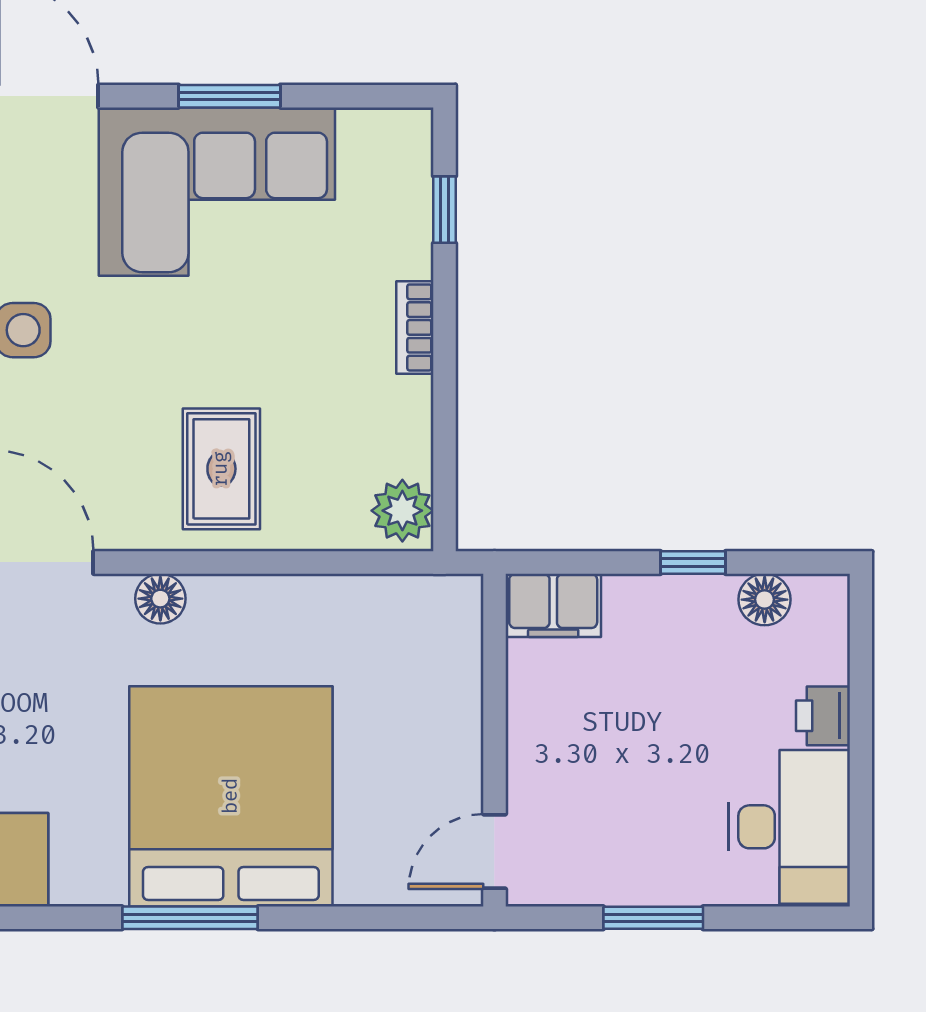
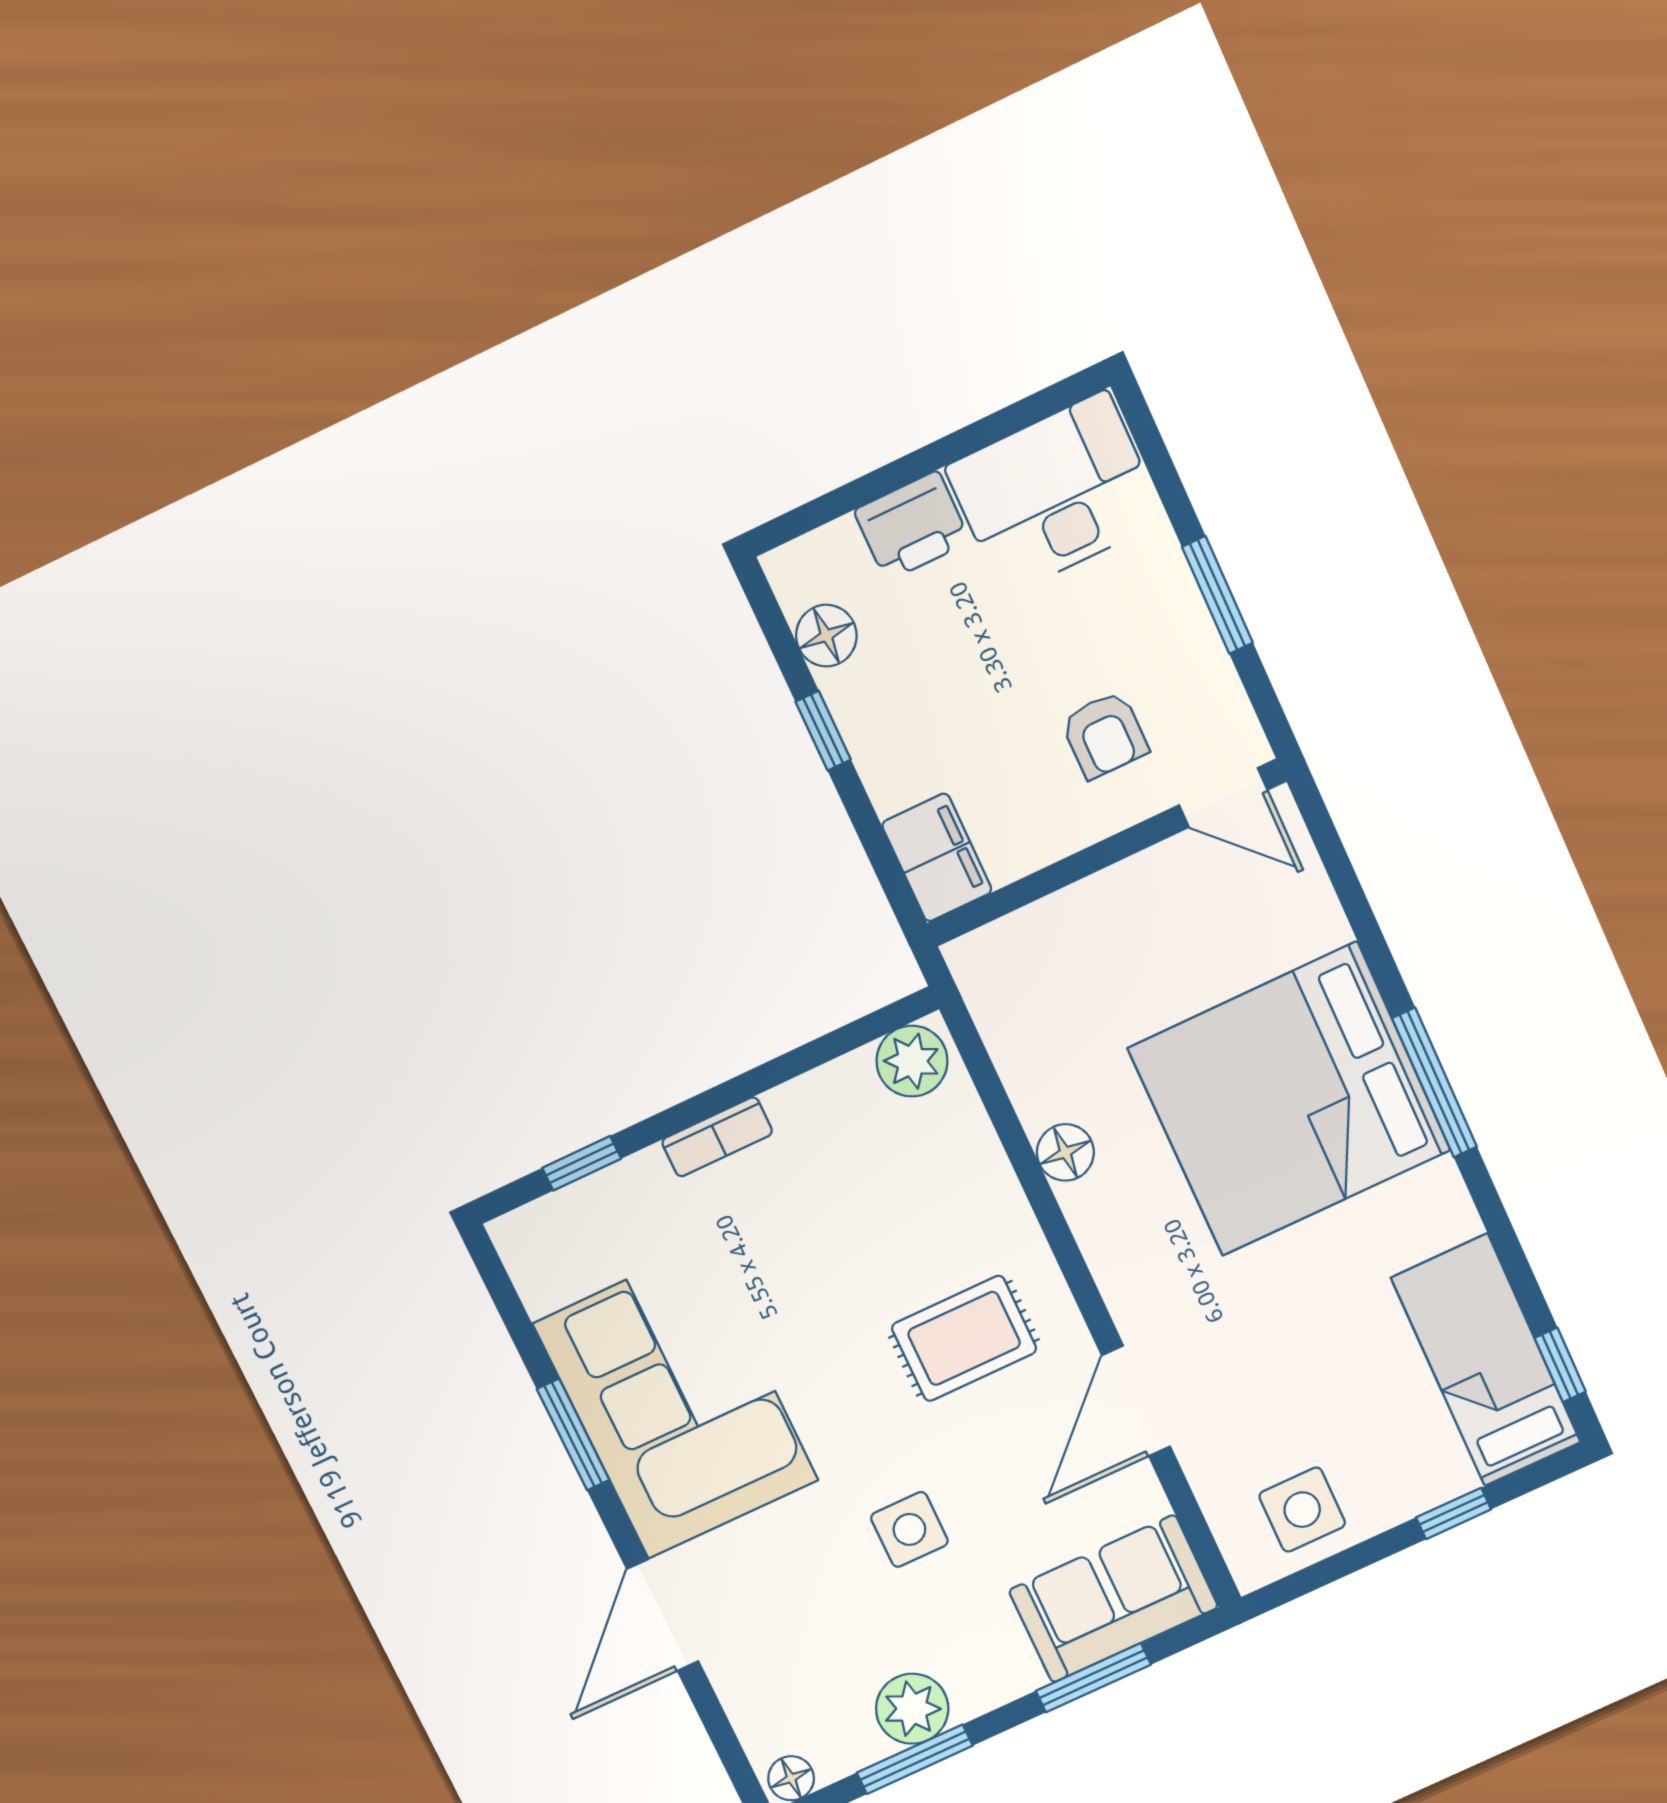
rug: (221, 469) -> (964, 1338), moved
floor lamp: (160, 599) -> (1065, 1152), moved
printer: (823, 716) -> (912, 526), width x1.36, depth x1.24
armchair: (587, 781) -> (1105, 735), added

